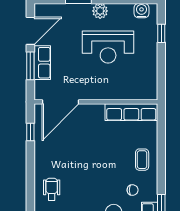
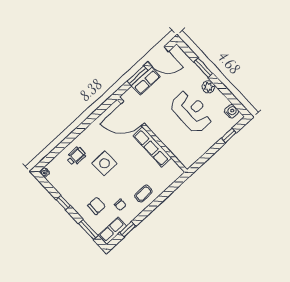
reception desk: (108, 47) -> (191, 111), turned 180
row of seats: (131, 112) -> (152, 147), moved
window: (30, 132) -> (98, 112), removed
side table: (82, 169) -> (104, 163), added

